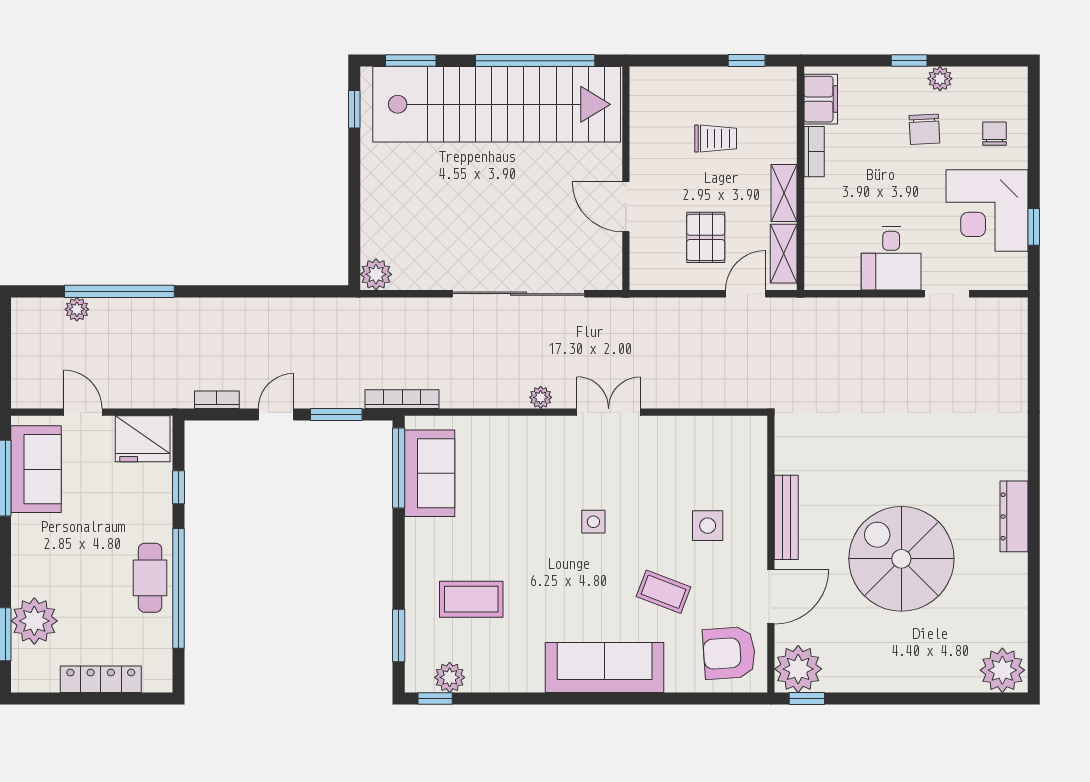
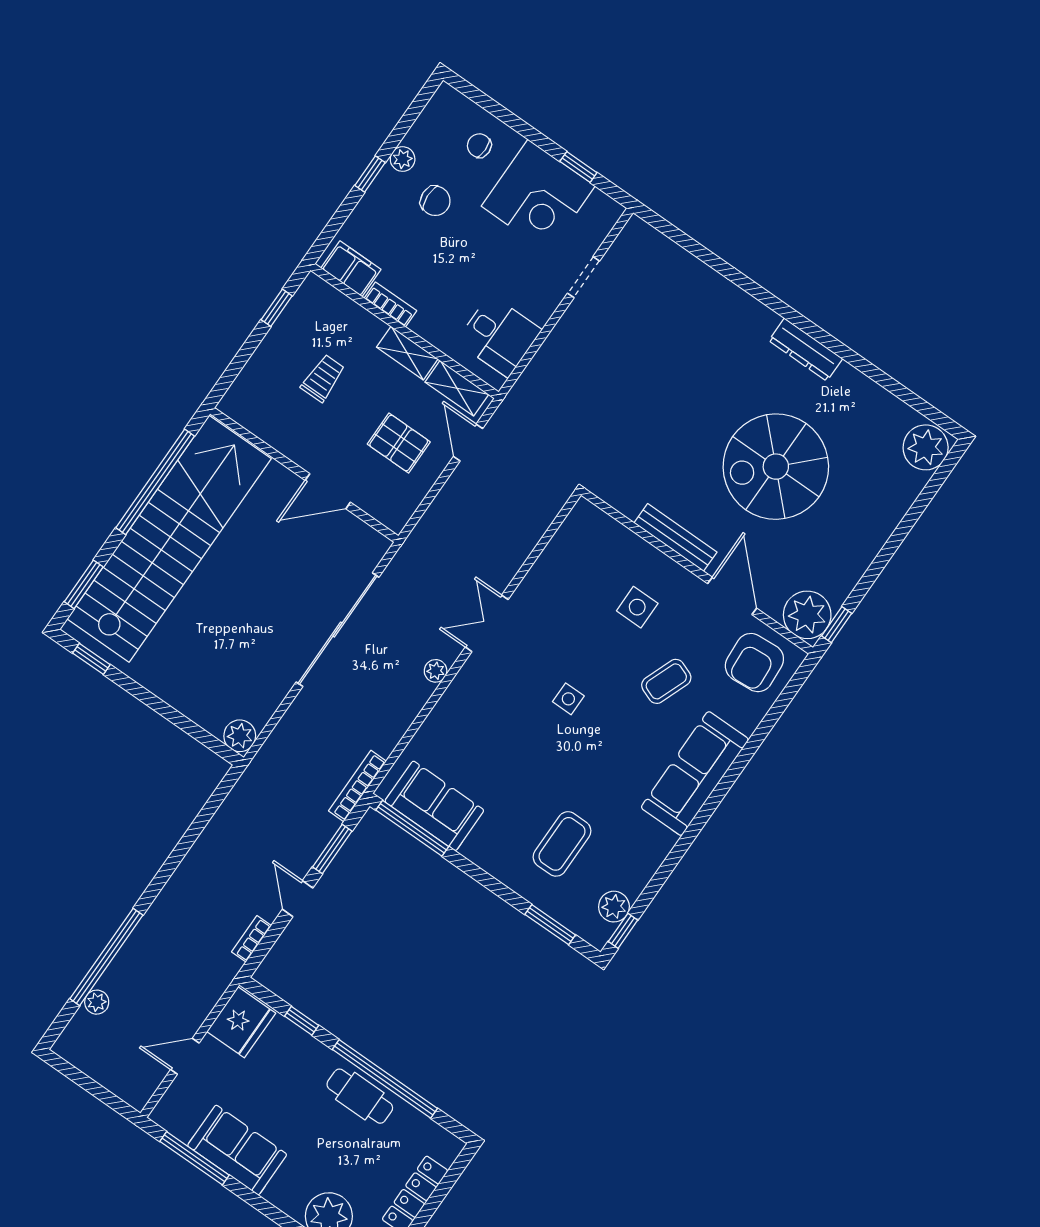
desk: (891, 258) -> (499, 336), moved
sofa: (36, 469) -> (237, 1150), moved

